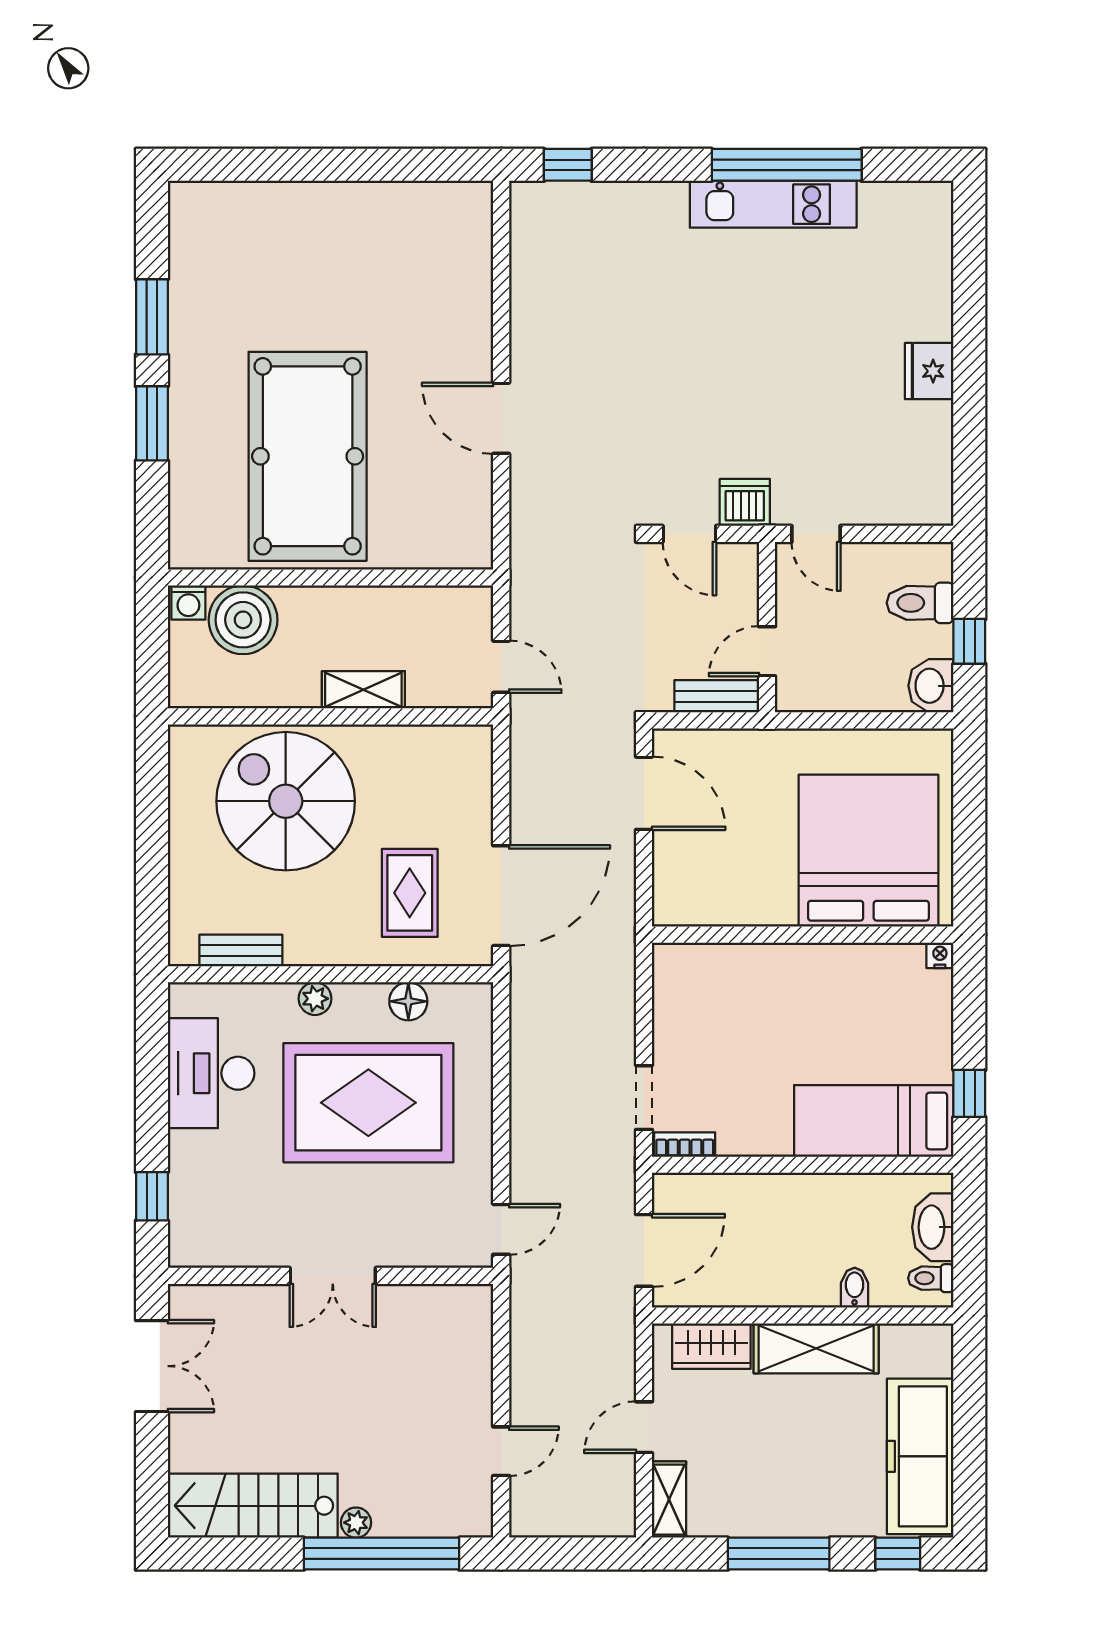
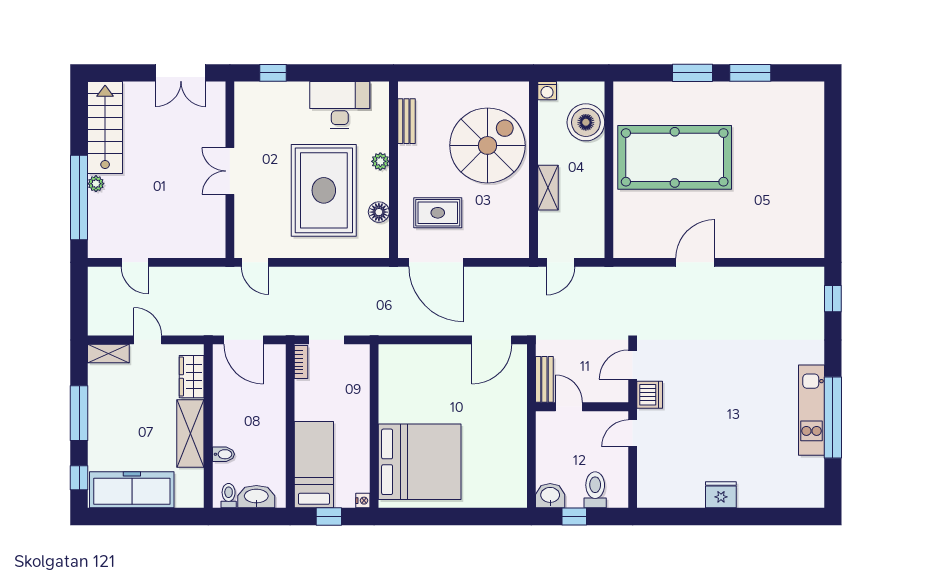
washing machine: (188, 602) -> (547, 91), moved, turned -90
bed: (868, 851) -> (420, 462), moved
wall: (803, 935) -> (374, 426), moved
nightstand: (940, 955) -> (363, 501), moved

